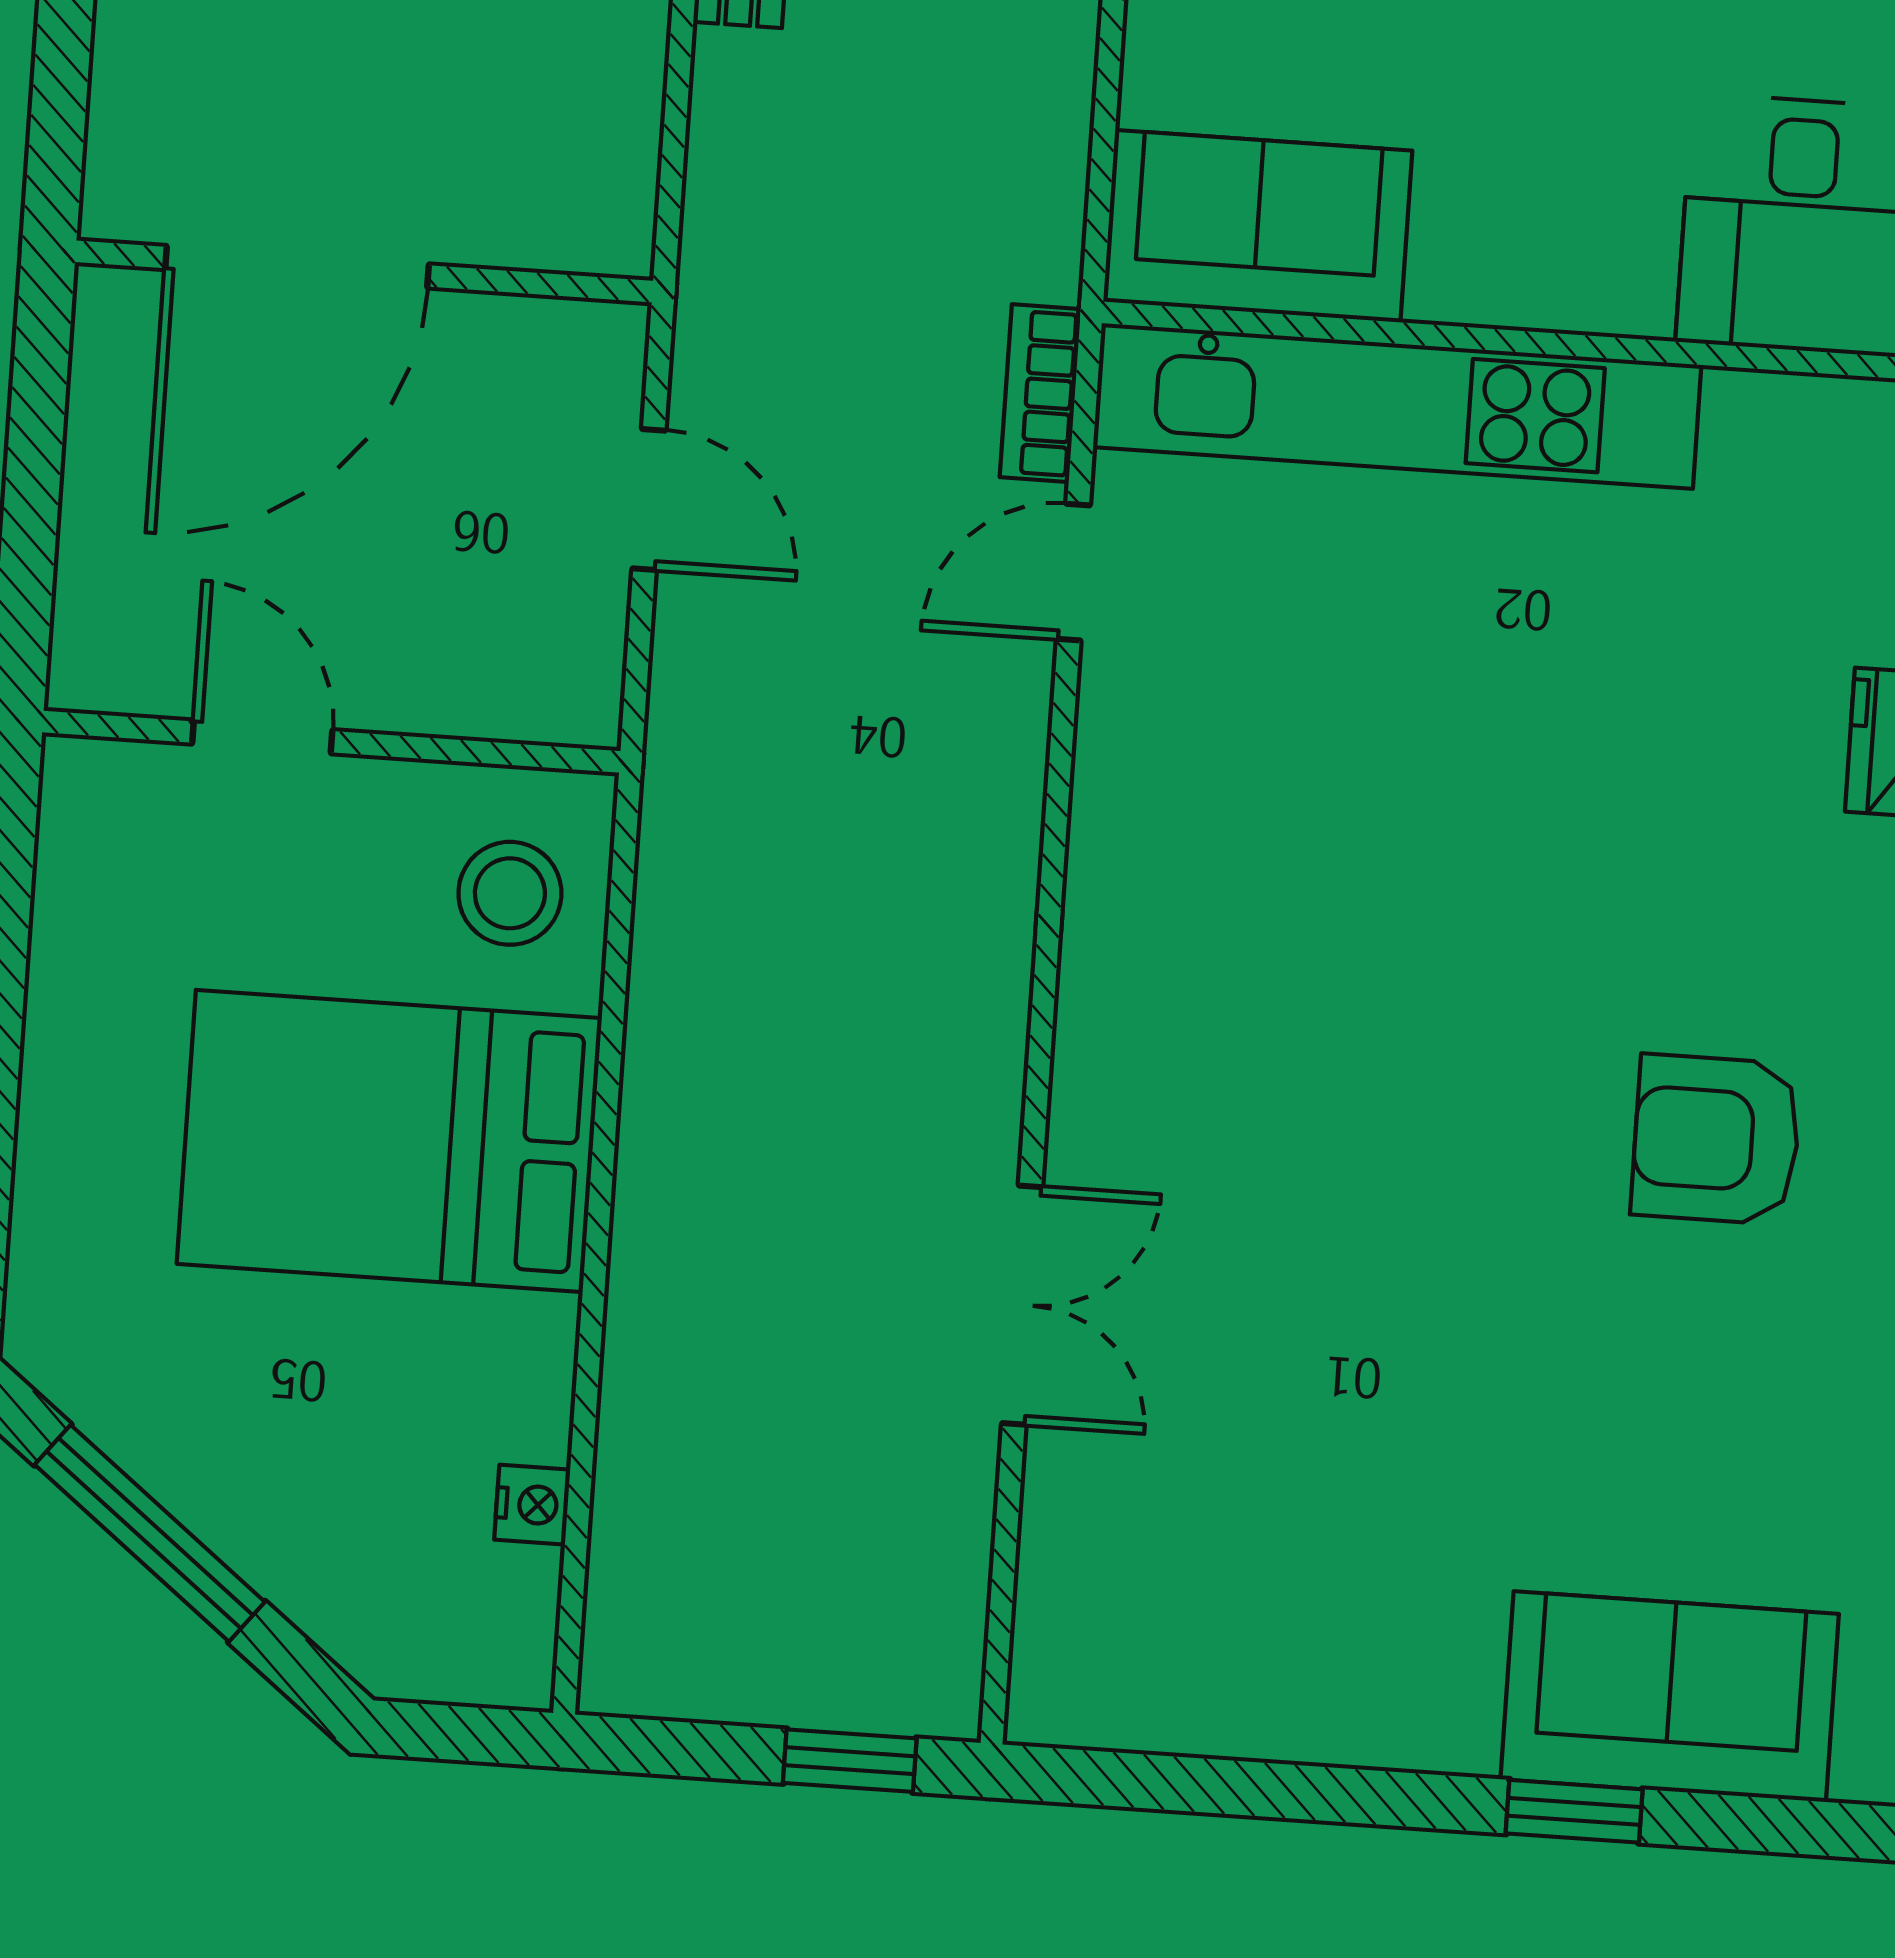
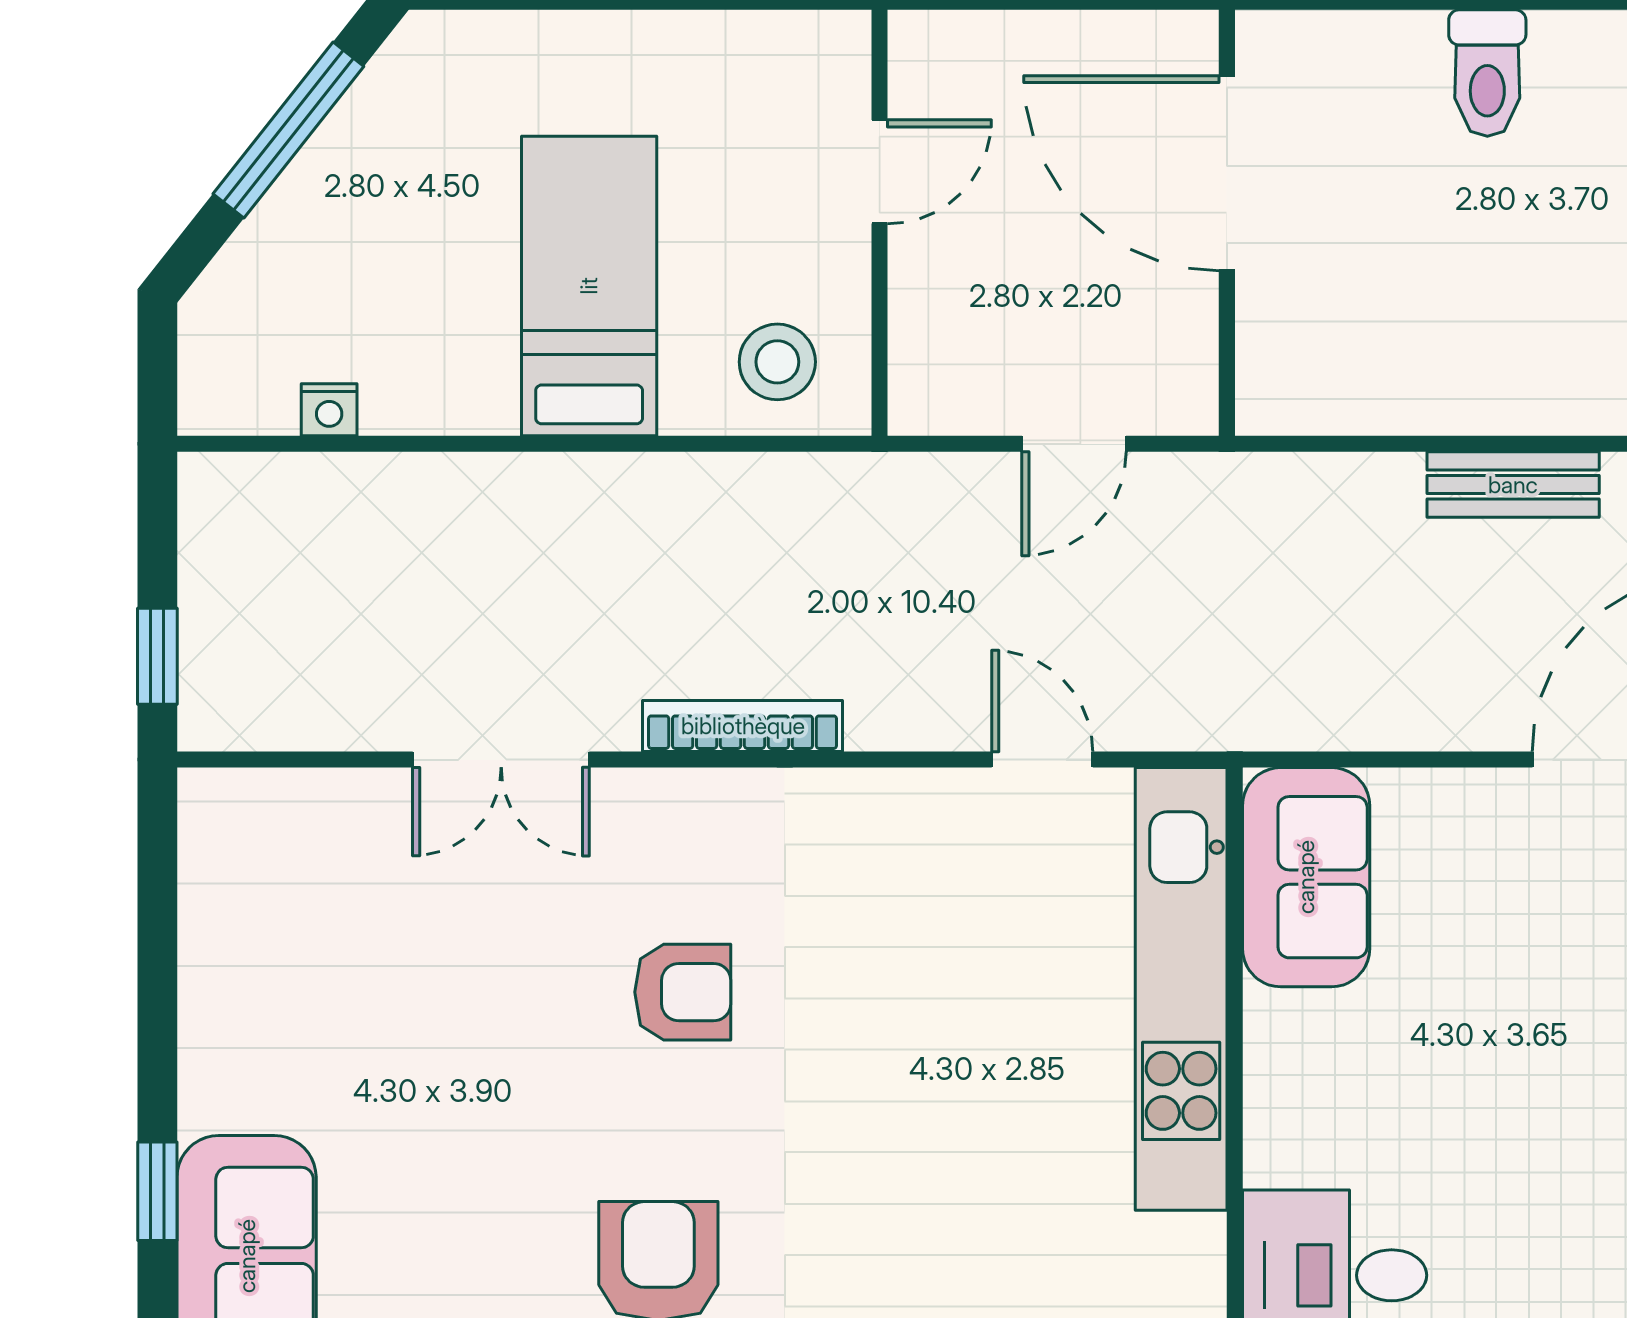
bookcase: (1040, 393) -> (743, 726), moved, width x1.56
armchair: (1354, 1081) -> (683, 992), added
bed: (389, 1141) -> (589, 286), width x0.67

